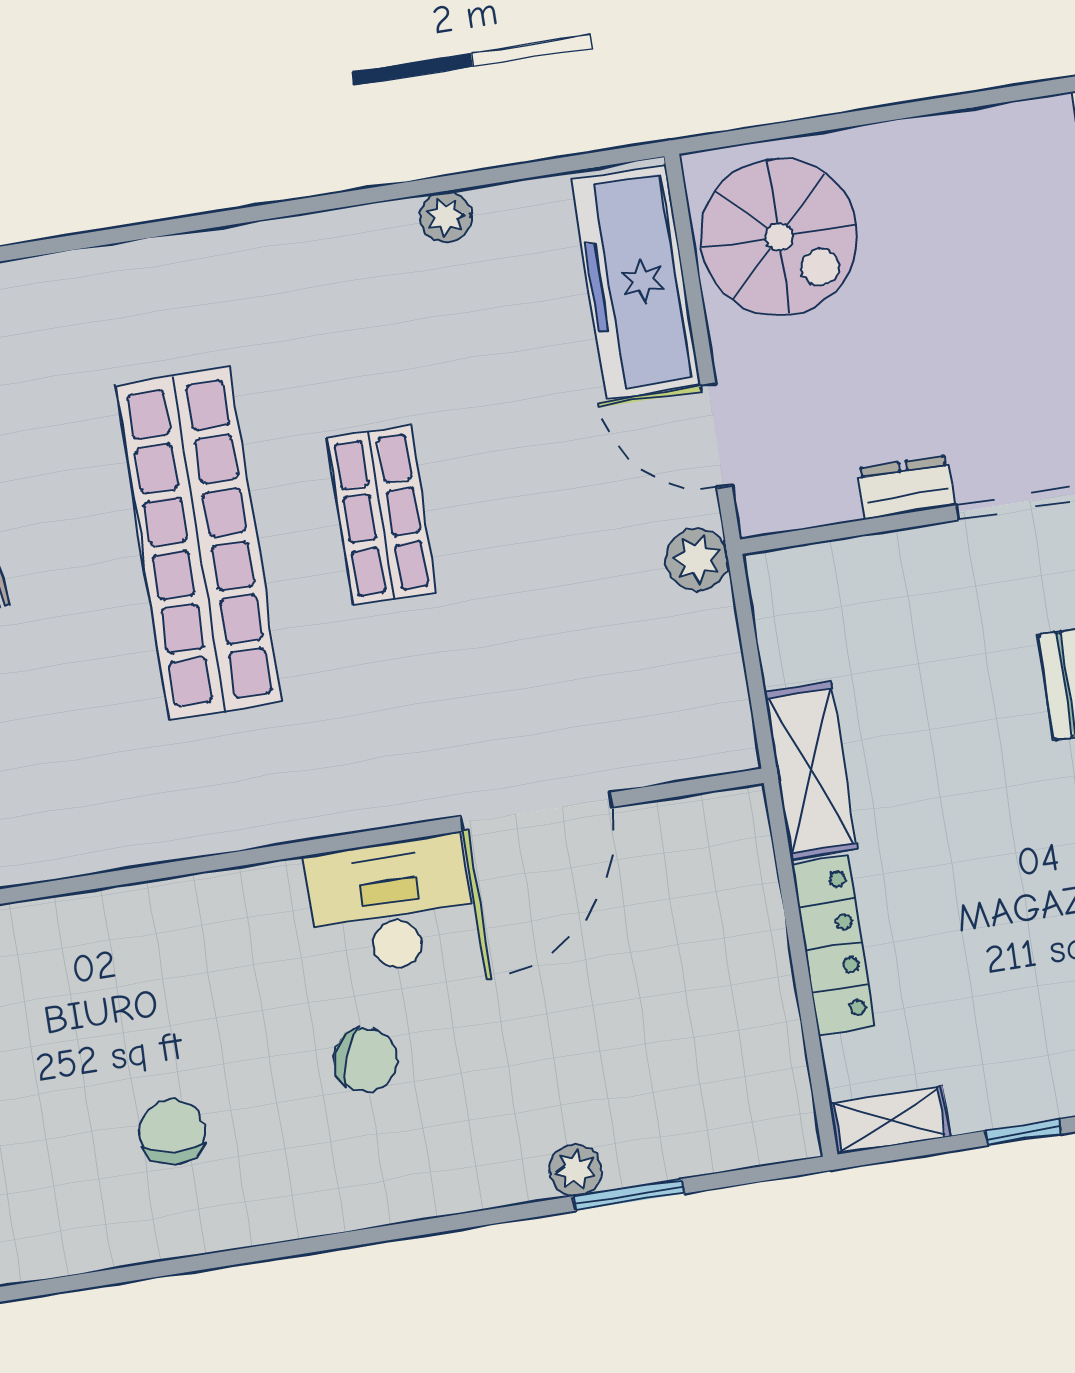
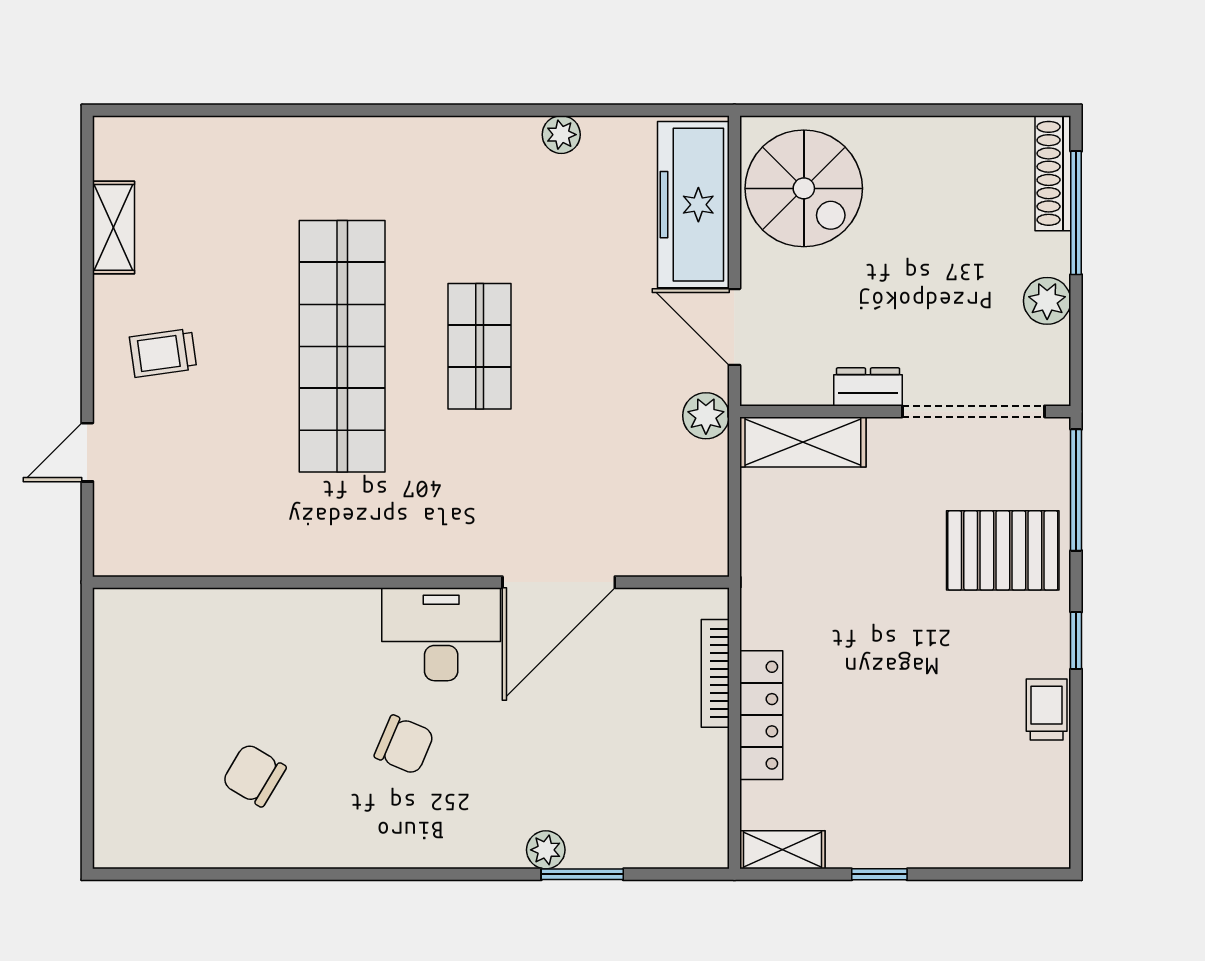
shelving: (811, 771) -> (803, 442), moved, turned 90
bookcase: (763, 900) -> (715, 673), added
chair: (172, 1132) -> (254, 775), turned -64

